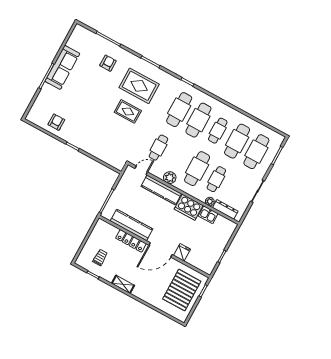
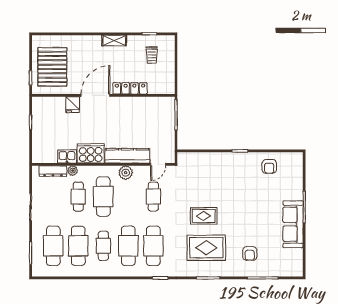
kitchen counter: (131, 225) -> (138, 104), removed

